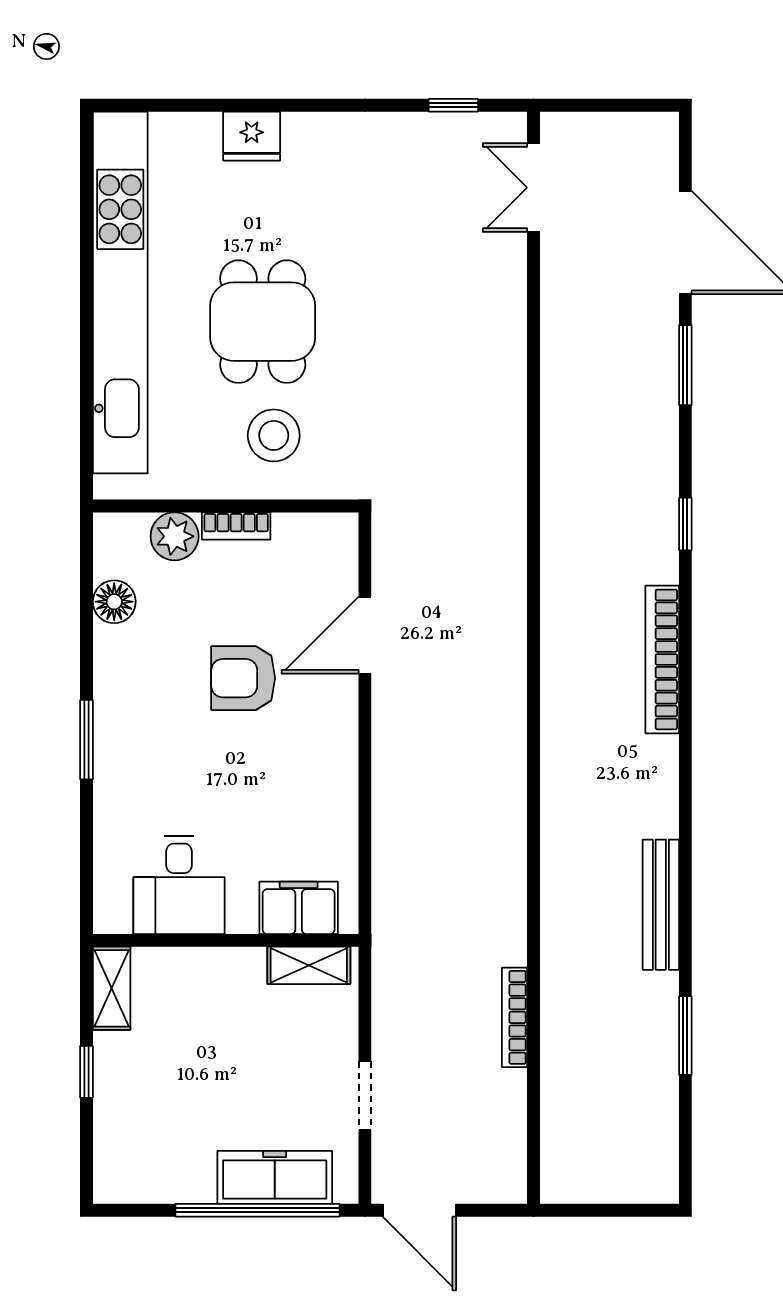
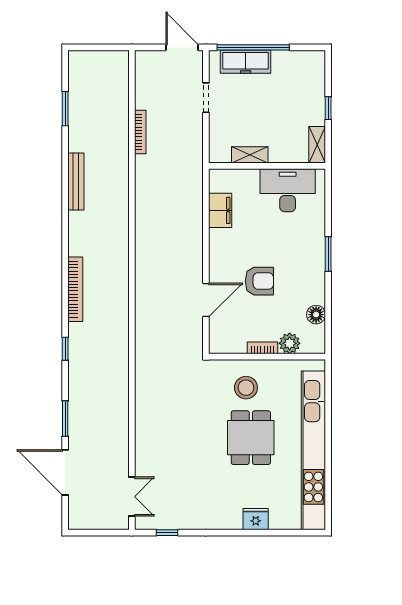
desk: (179, 885) -> (288, 190), width x1.37
filing cabinet: (299, 908) -> (220, 210), moved, turned -90
shelving: (309, 965) -> (250, 155), moved
window: (685, 1036) -> (65, 109), moved

